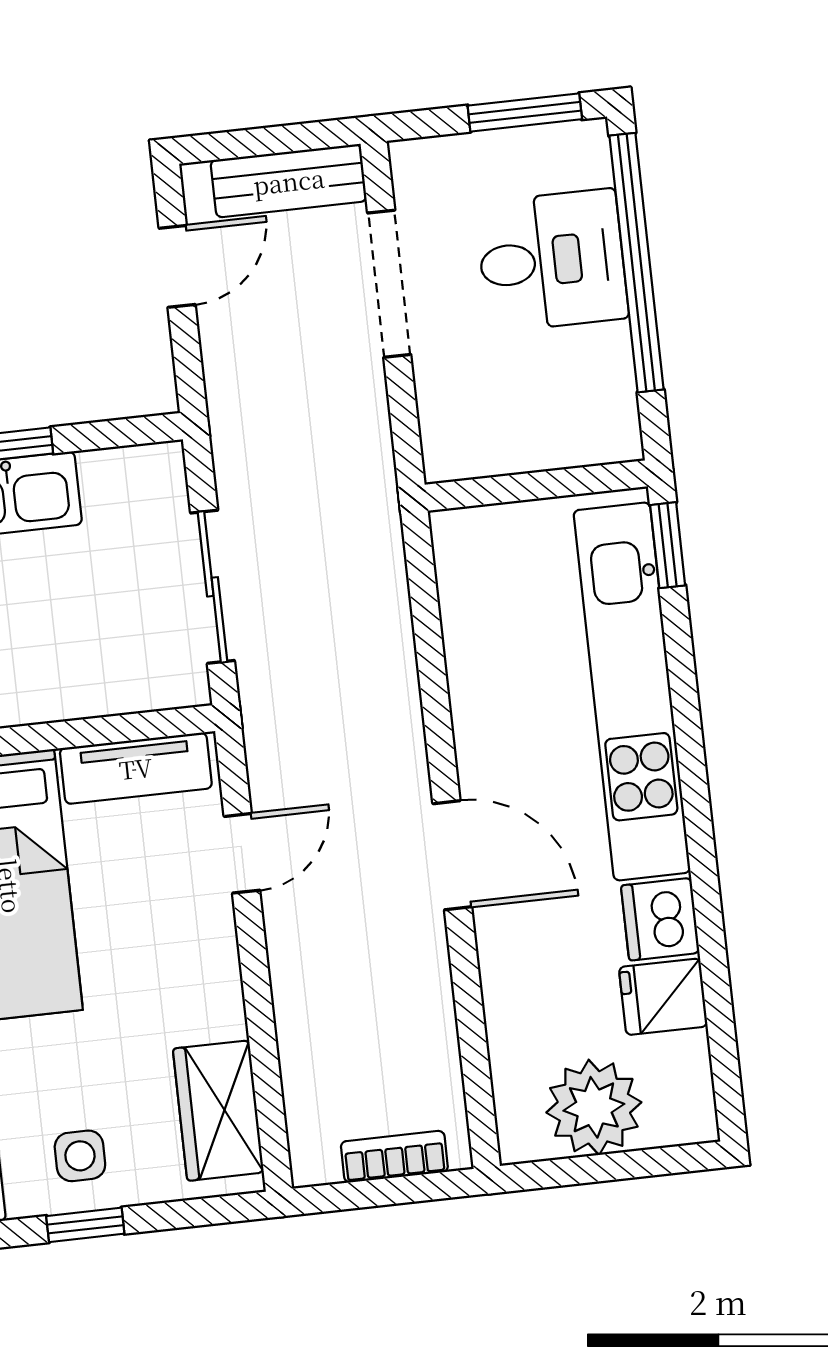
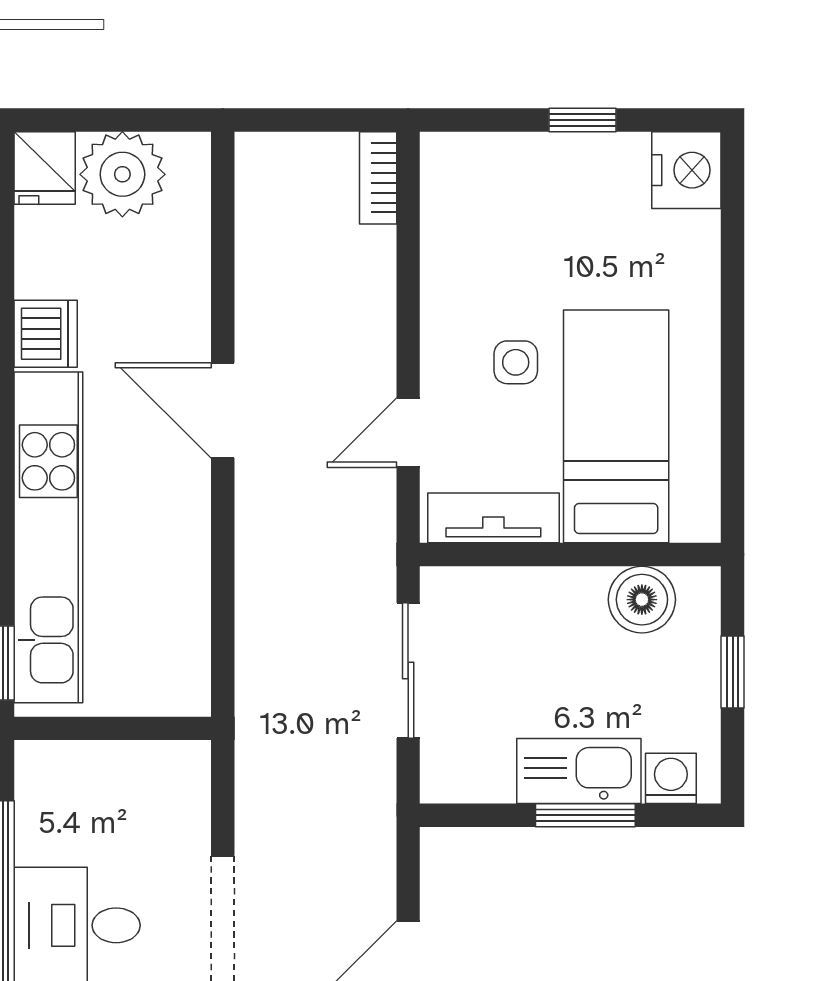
fridge: (663, 997) -> (45, 168), moved, turned 90
wardrobe: (218, 1111) -> (454, 208), removed
side table: (80, 1156) -> (516, 362), moved
bookcase: (394, 1157) -> (378, 178), moved, turned 90

